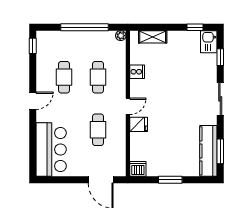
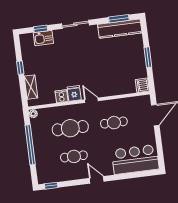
window: (195, 27) -> (20, 68), moved
kitchen sink: (209, 42) -> (43, 38), moved
cafe table: (98, 77) -> (70, 128), width x1.37, depth x1.35
fridge: (139, 124) -> (74, 93), moved

